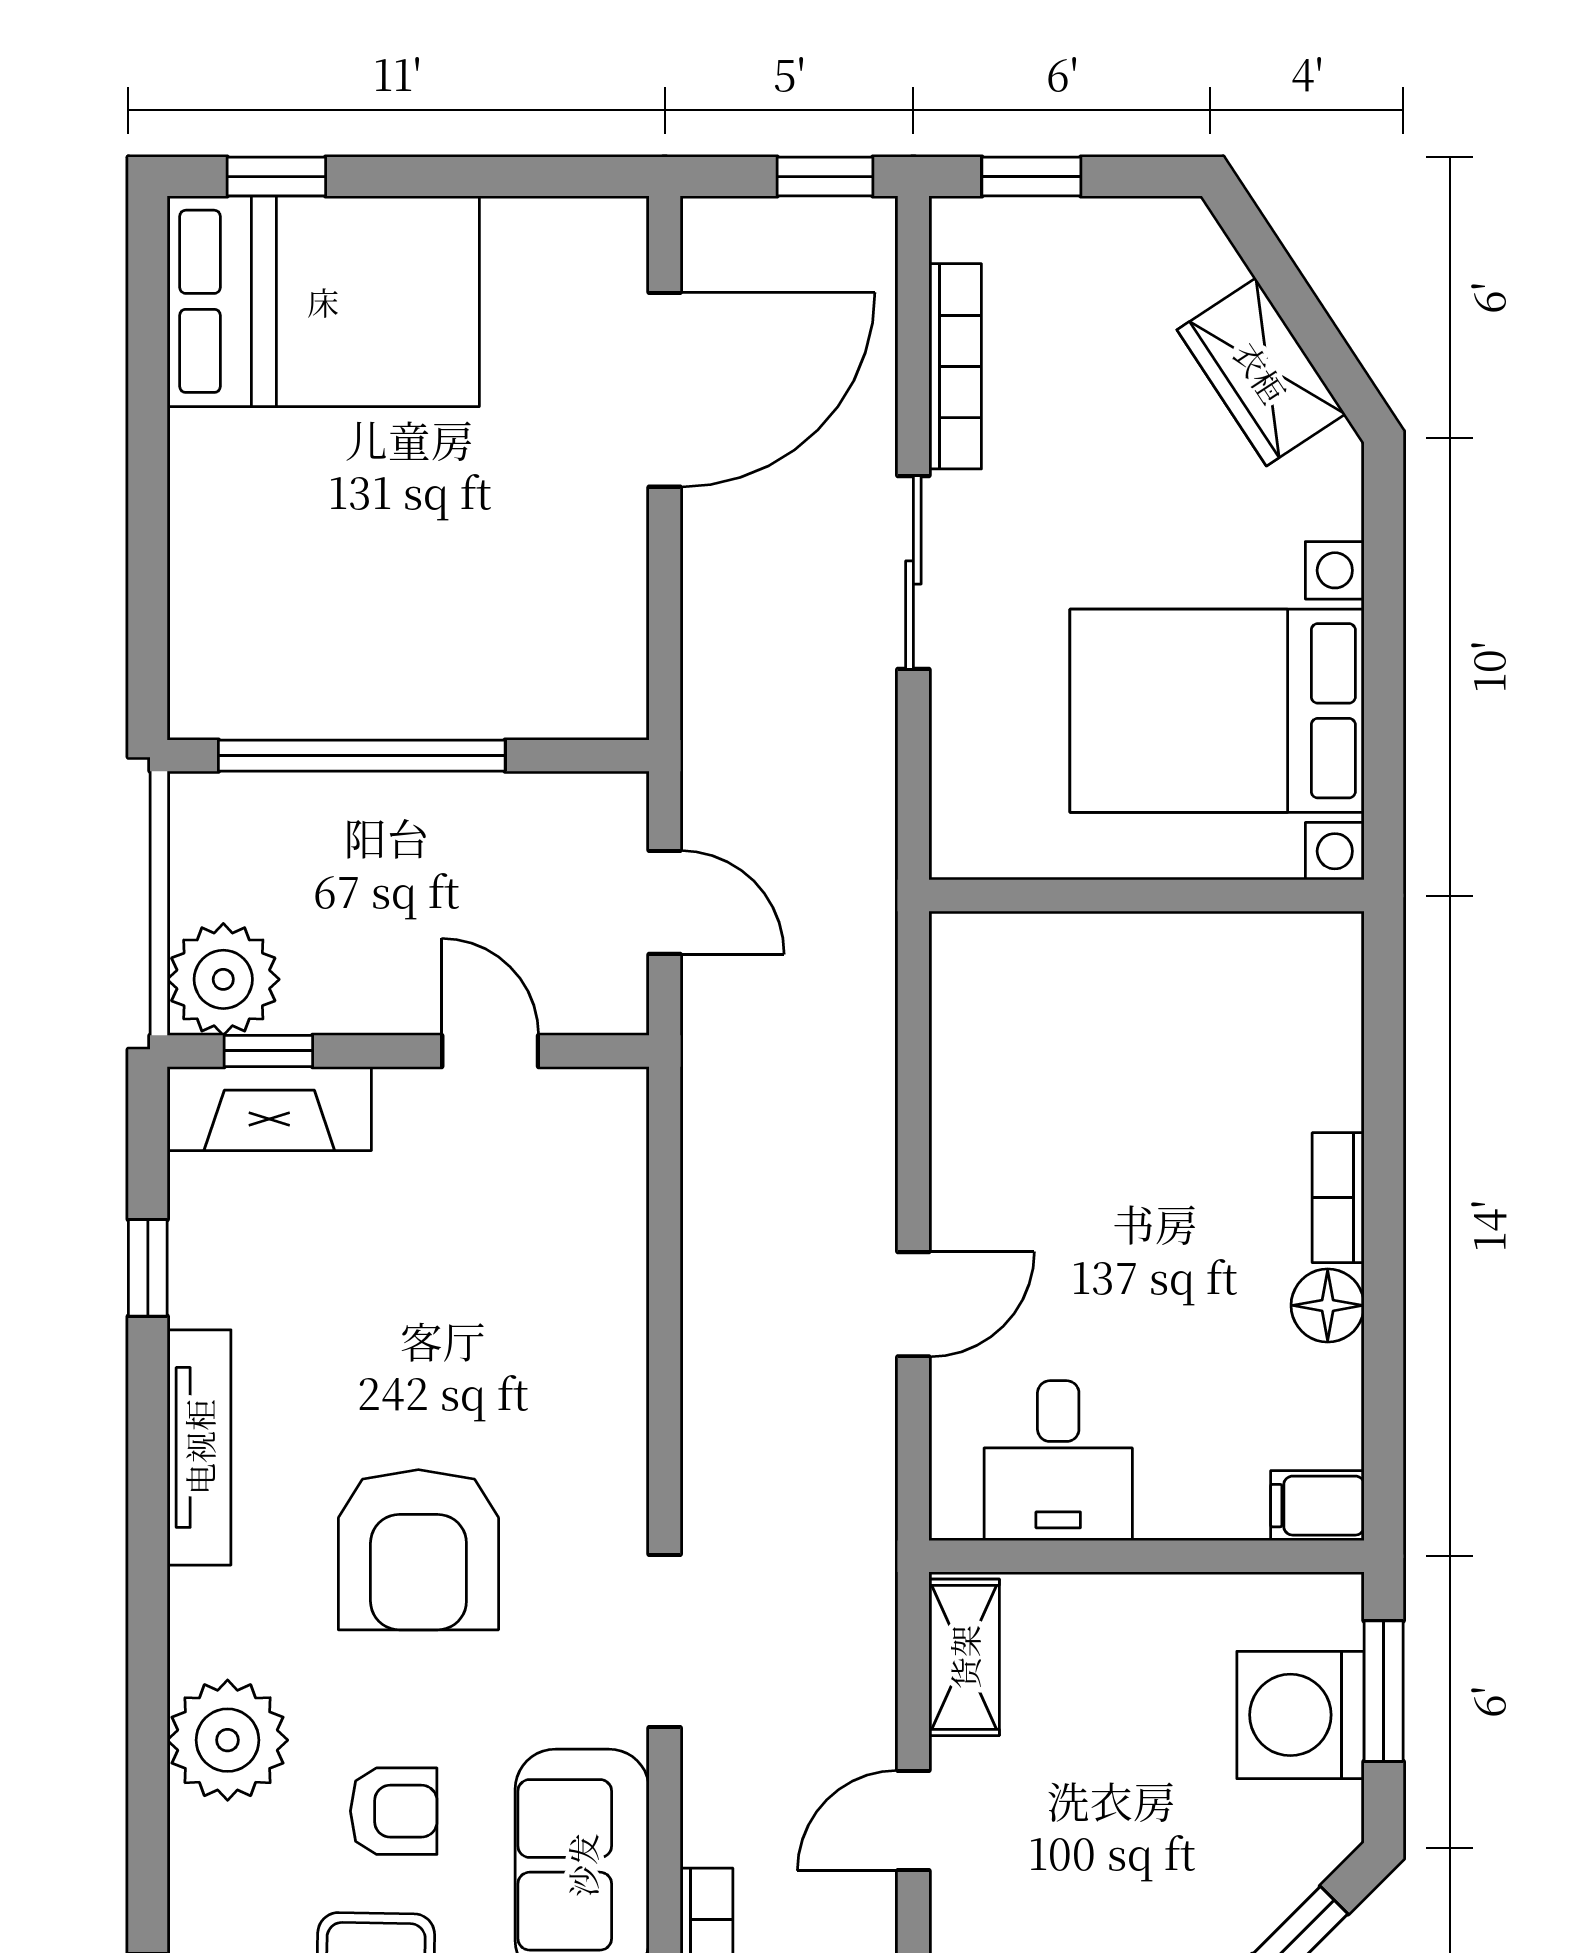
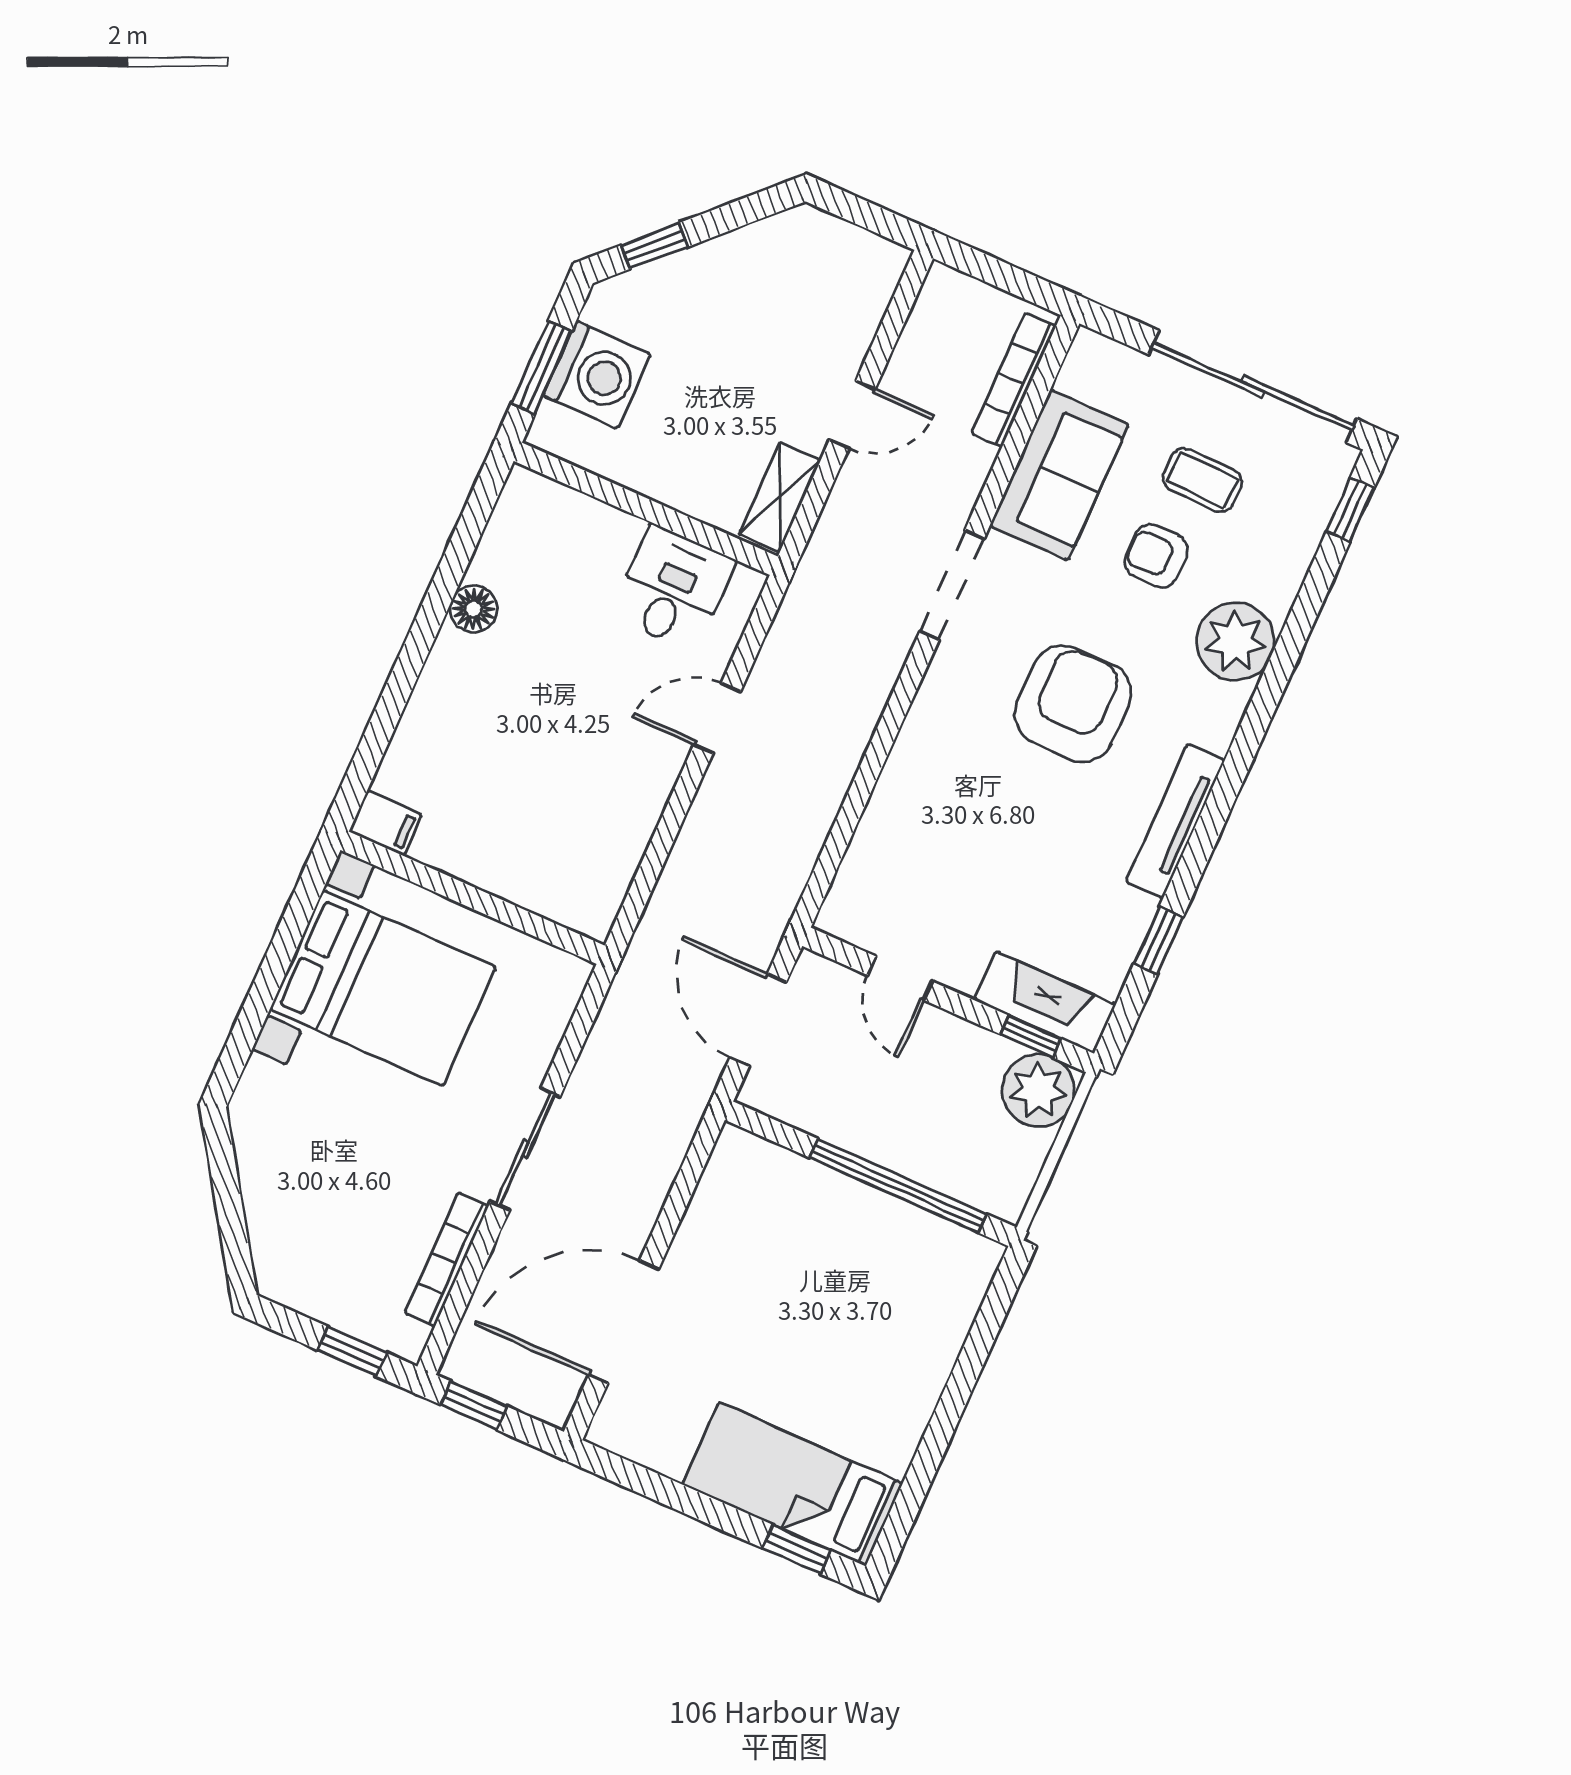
bed: (323, 301) -> (792, 1484), width x0.67
wardrobe: (1261, 372) -> (268, 1176), removed
door: (665, 902) -> (758, 1020), width x1.38
bookcase: (1338, 1198) -> (439, 670), removed
filing cabinet: (1317, 1506) -> (385, 823), moved

